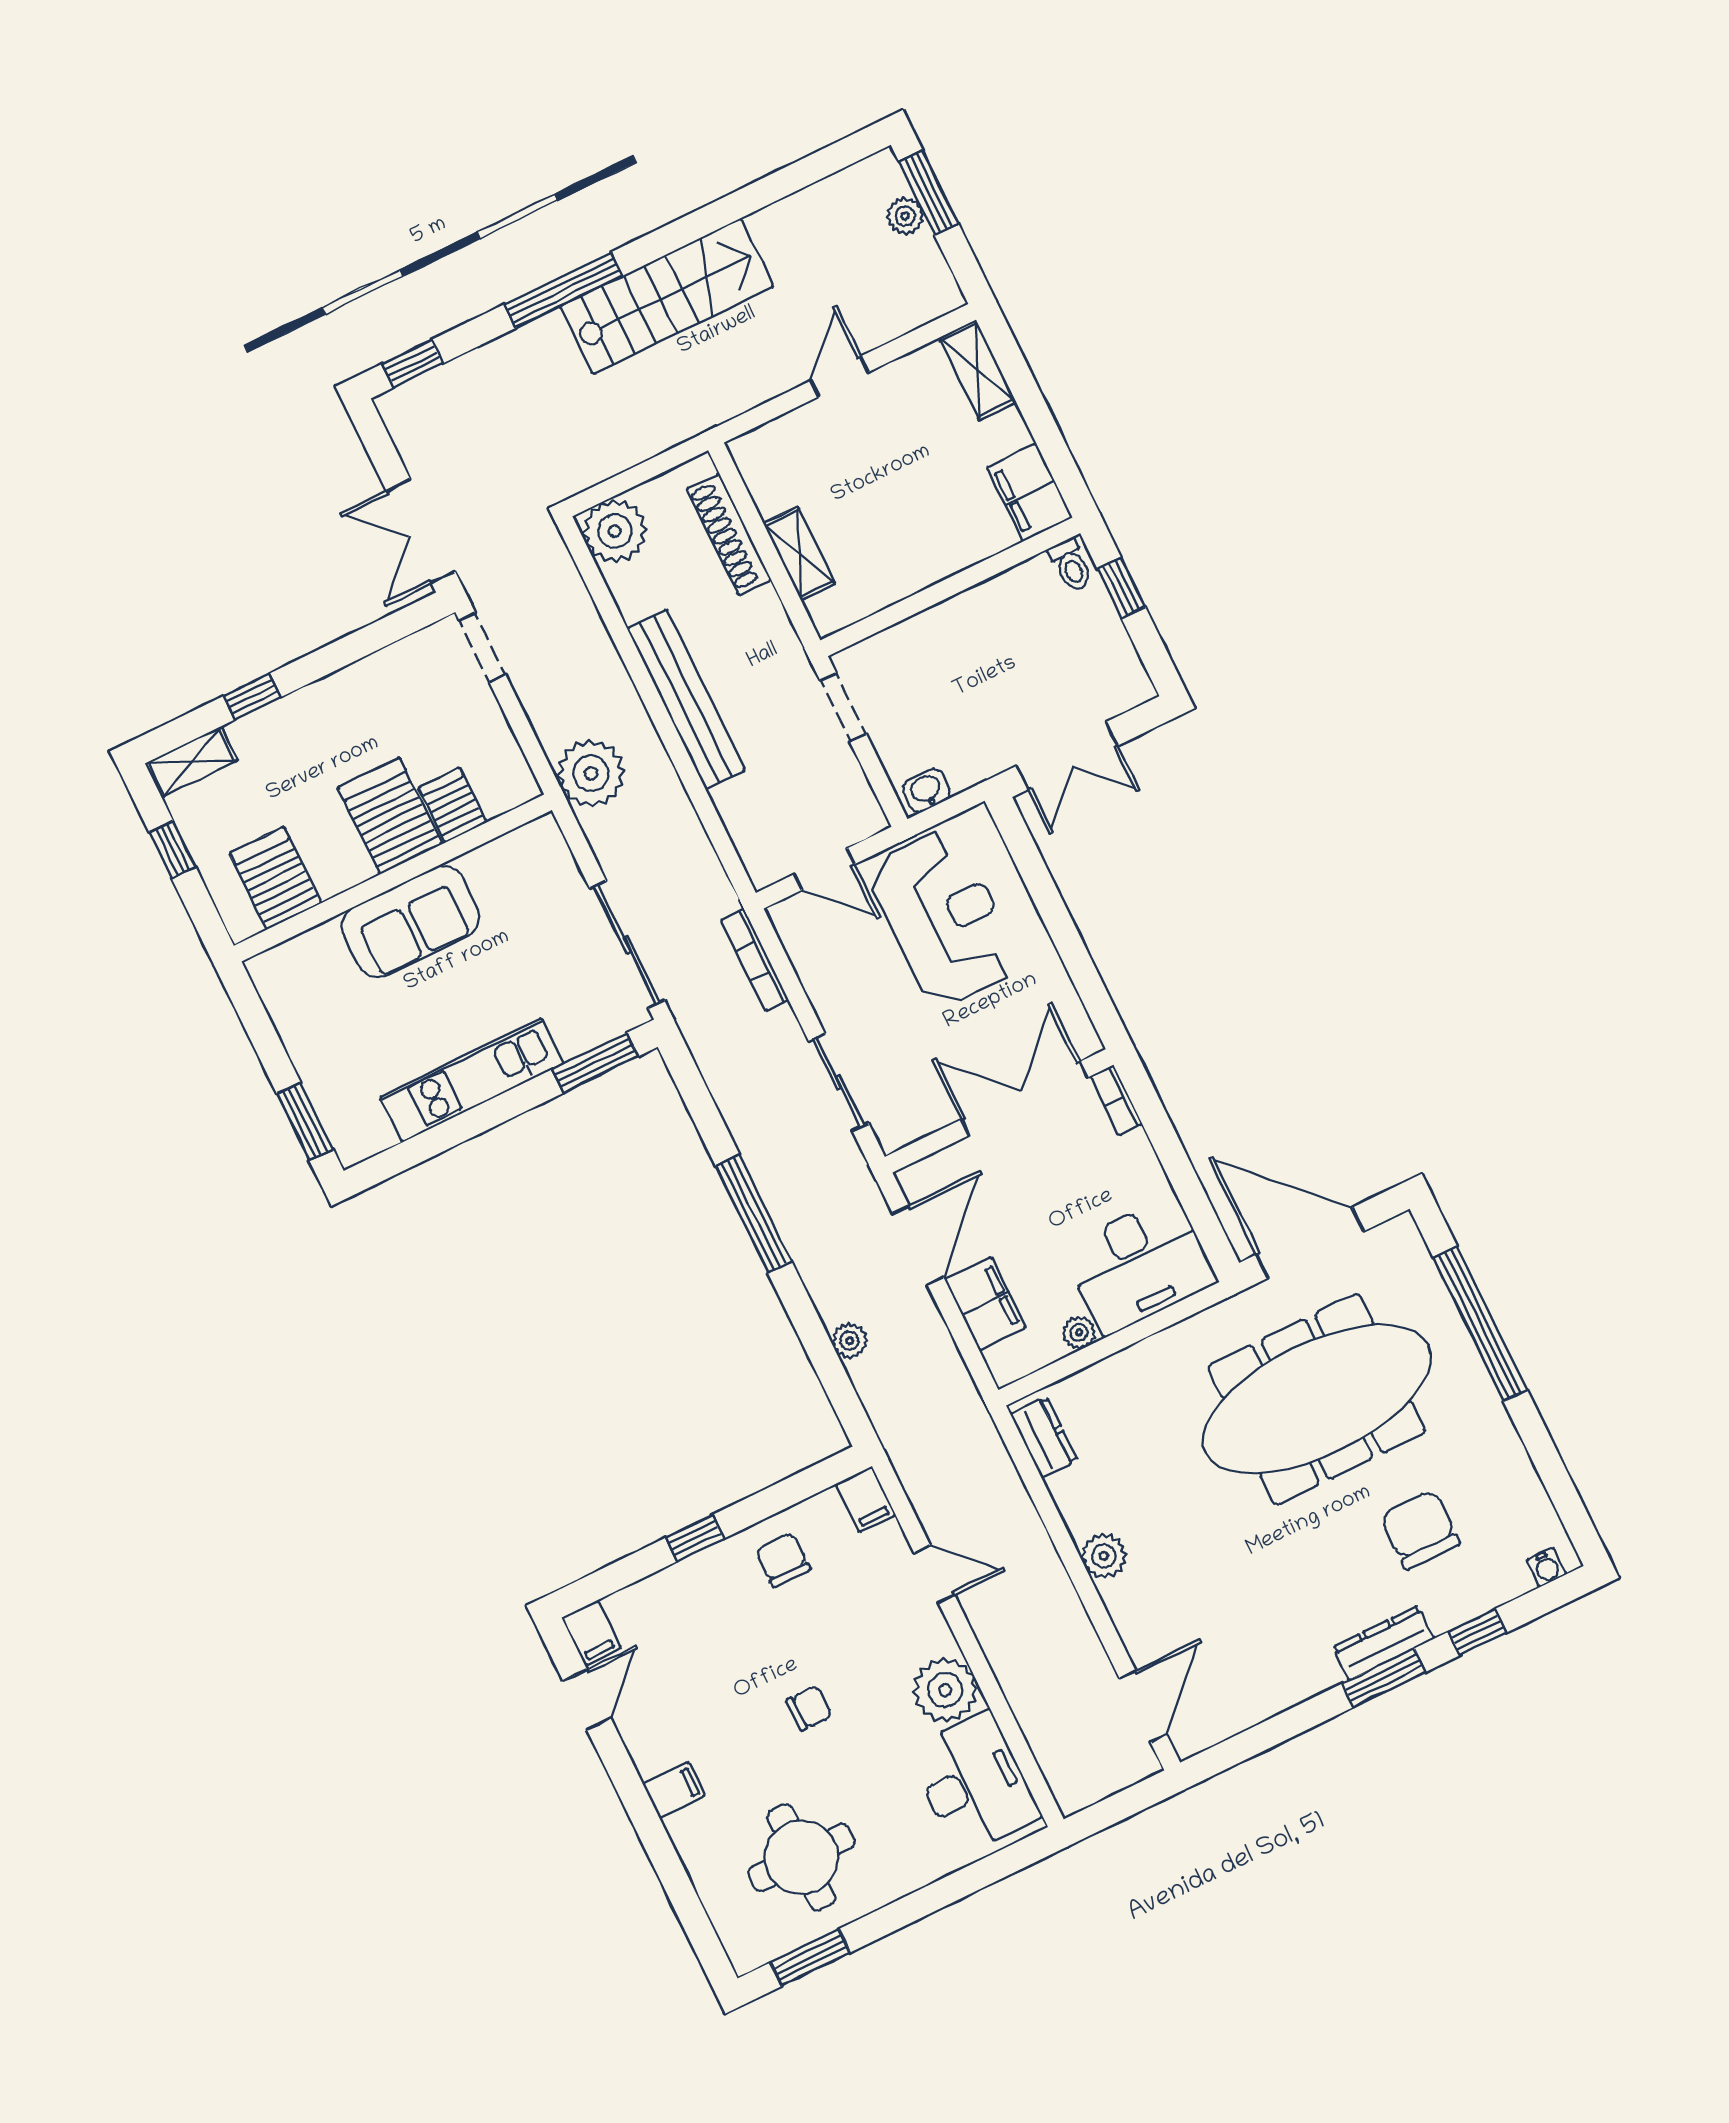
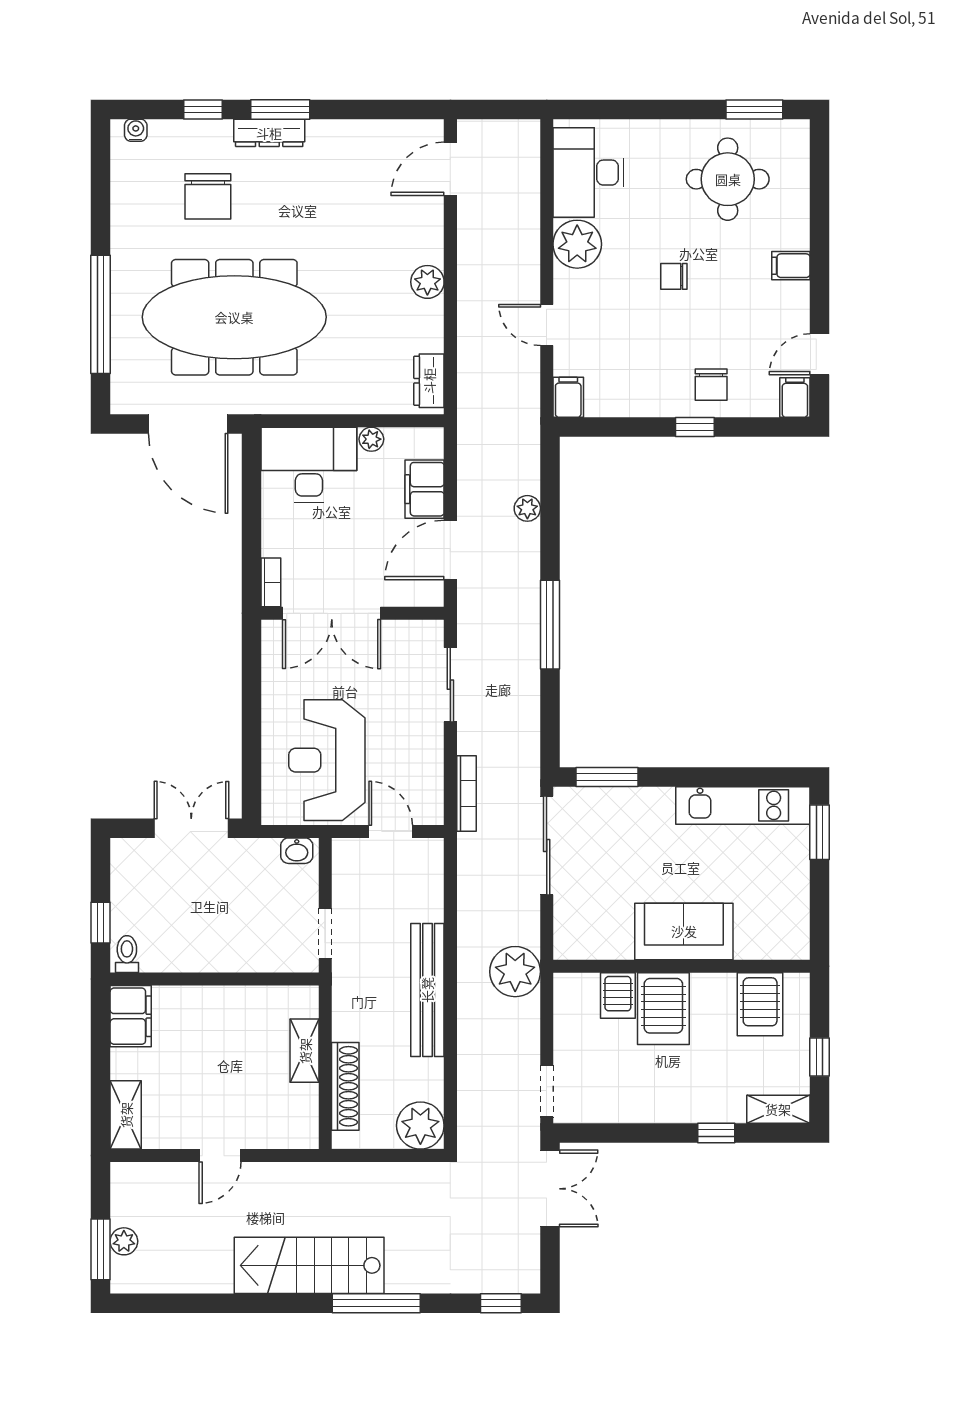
kitchen unit: (472, 1080) -> (743, 805), moved
chair: (783, 1560) -> (711, 385), moved

